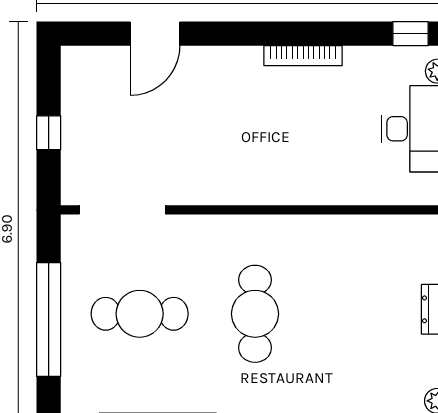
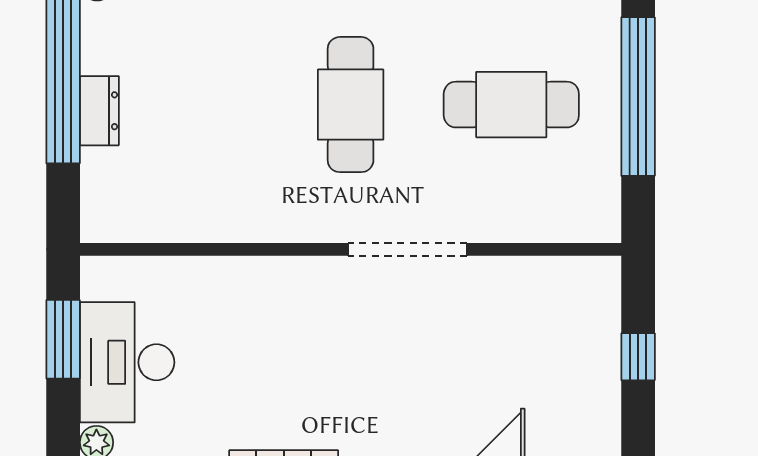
doorway: (122, 210) -> (407, 249), moved

